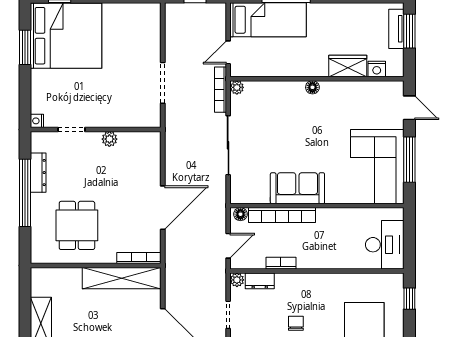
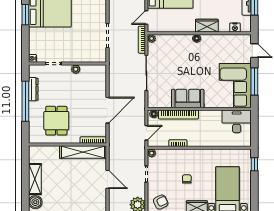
wardrobe: (348, 66) -> (207, 26), moved
desk: (385, 245) -> (237, 121), moved, turned -90
dresser: (260, 281) -> (165, 154), removed

